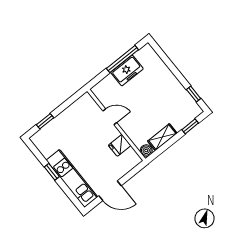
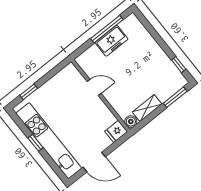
window: (190, 126) -> (175, 97), width x1.50
fridge: (120, 145) -> (116, 131), moved
kitchen unit: (72, 178) -> (49, 141), width x1.36

